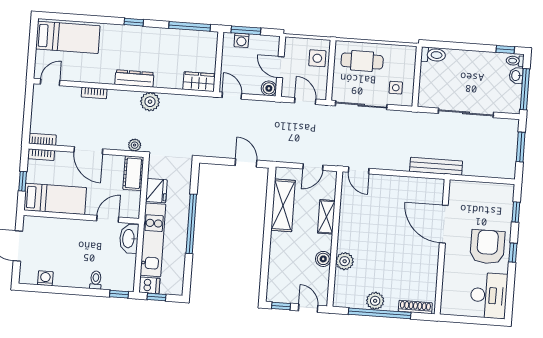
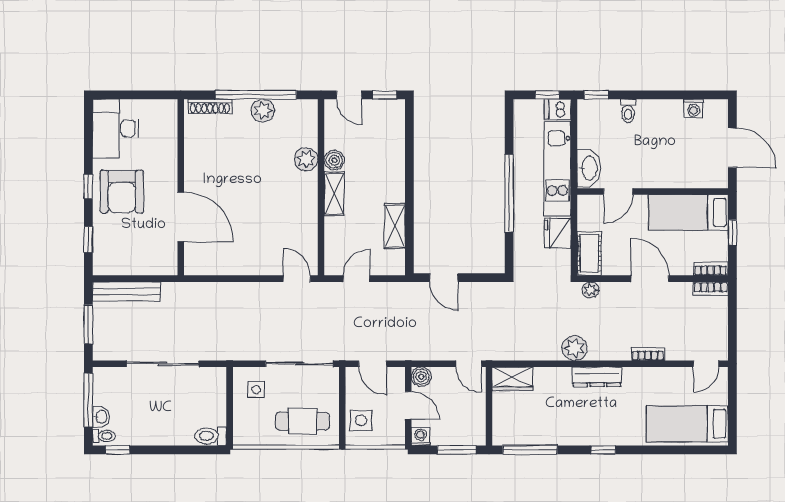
washing machine: (241, 40) -> (420, 437), moved
bench: (436, 166) -> (126, 291), moved
shelving: (283, 205) -> (395, 226), width x0.67, depth x0.75
shelving: (326, 217) -> (334, 194), moved

